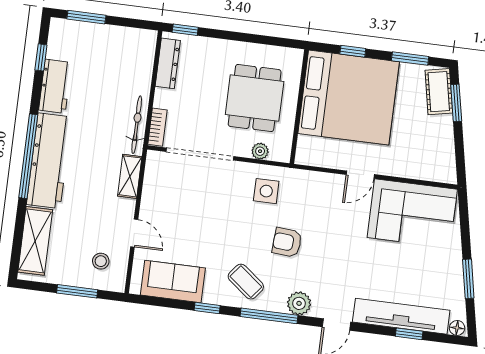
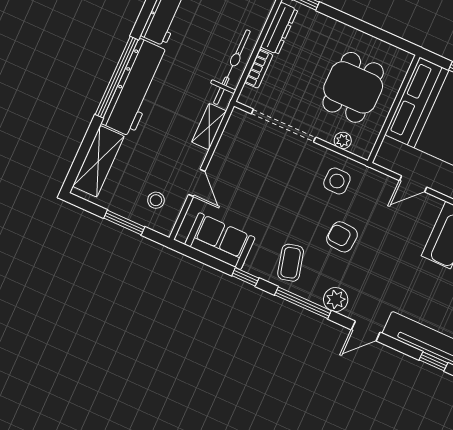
bicycle: (137, 125) -> (232, 67), width x1.37, depth x1.40
bookcase: (157, 127) -> (259, 69), moved
door: (360, 175) -> (413, 184), moved
coffee table: (246, 282) -> (291, 263), turned 38

